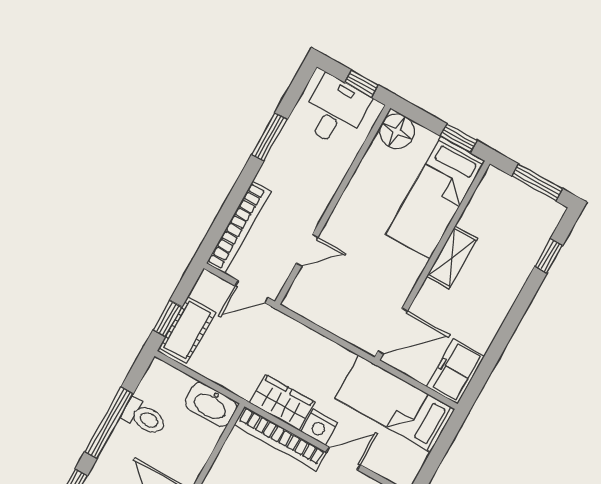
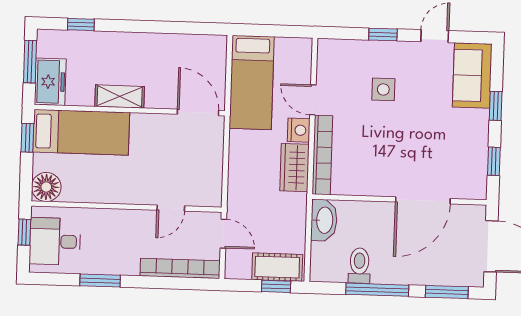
door: (307, 250) -> (171, 208), swing flipped
freezer: (456, 371) -> (50, 82), moved, turned -90

